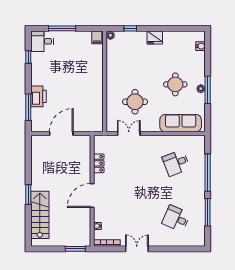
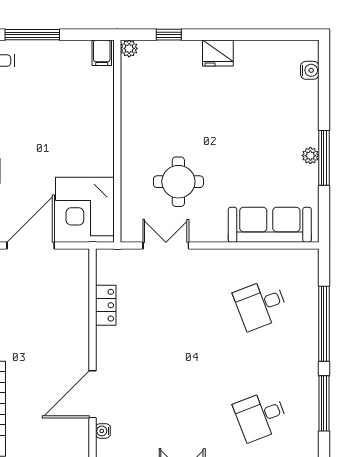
round table: (175, 84) -> (259, 147), removed
corner desk: (88, 114) -> (85, 206), added
door: (92, 195) -> (92, 394), moved
desk: (176, 218) -> (261, 416), turned -45

